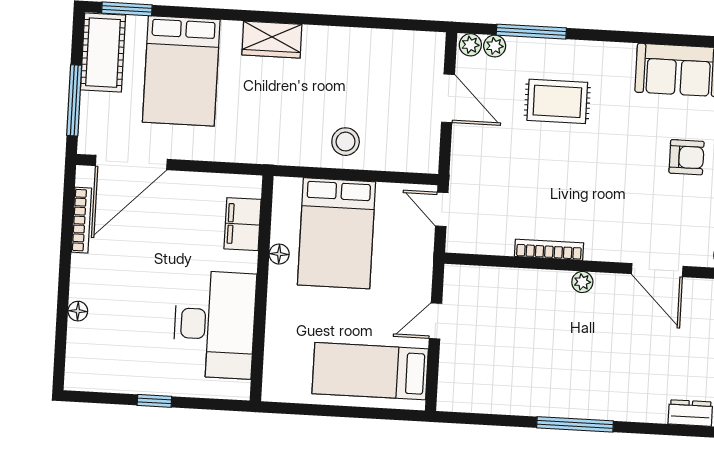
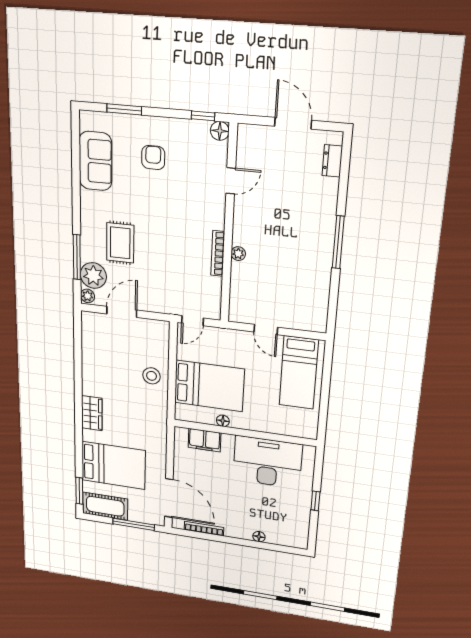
plant: (495, 46) -> (93, 276), width x1.88, depth x1.88
door: (657, 270) -> (231, 181), width x0.73
plant: (582, 282) -> (238, 254), moved

